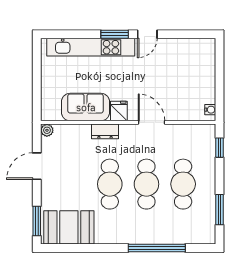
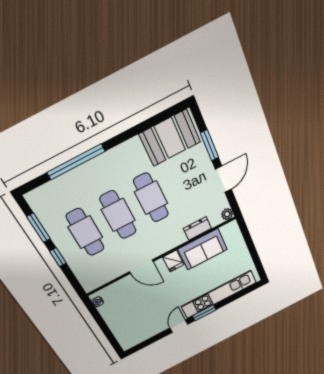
dresser: (105, 131) -> (197, 228), moved
window: (219, 148) -> (58, 257), moved
window: (37, 221) -> (210, 145), moved

